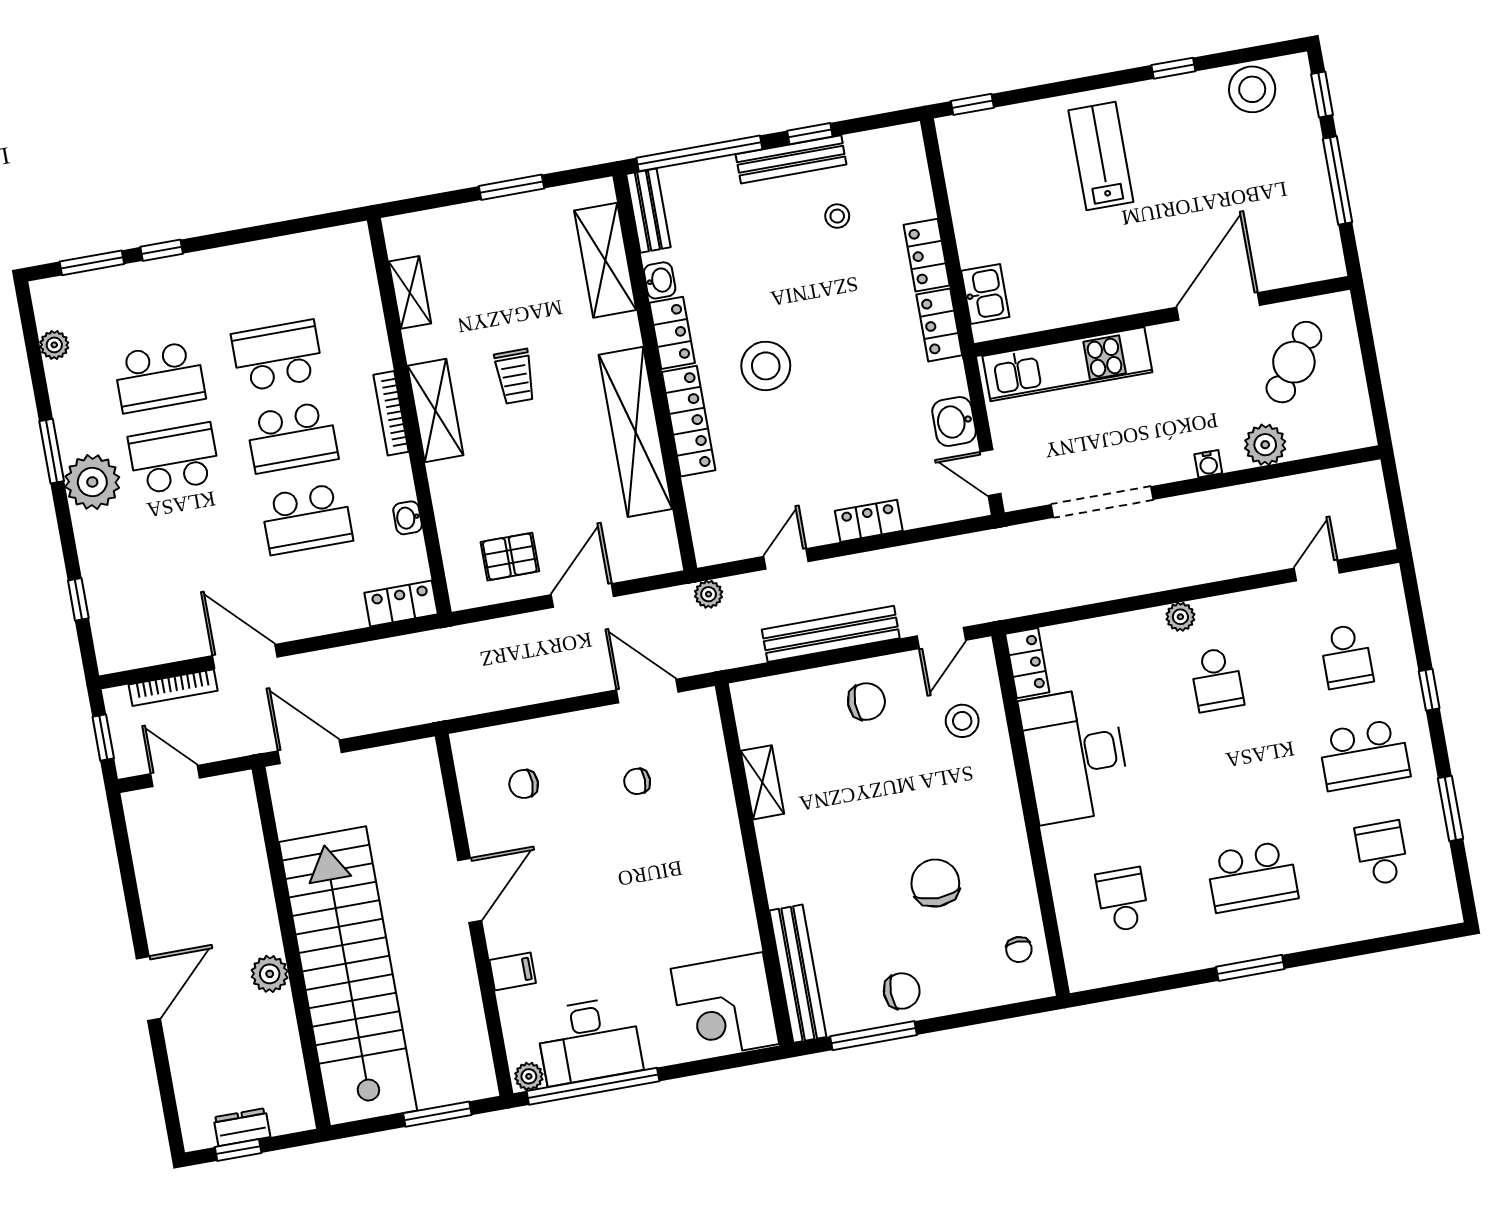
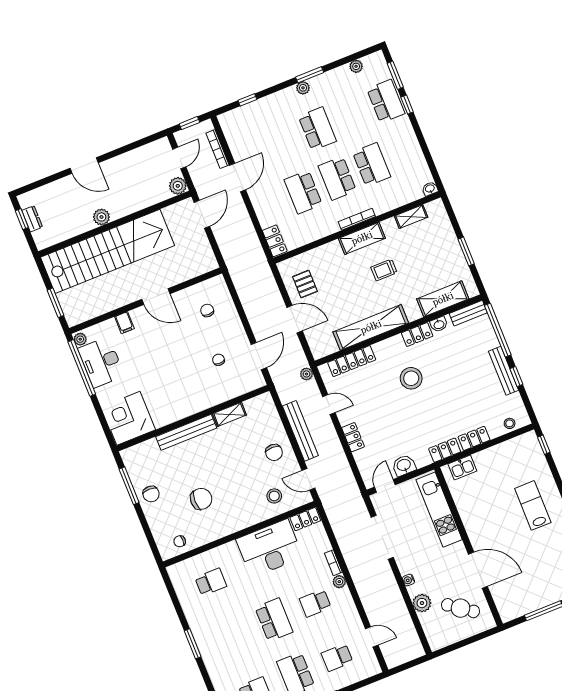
lab bench: (1101, 156) -> (533, 505), turned -90
stool: (837, 216) -> (510, 423), moved
school desk: (159, 377) -> (386, 101), moved, turned 180
locker: (689, 421) -> (352, 361), moved
plant: (92, 482) -> (303, 88), width x0.53, depth x0.53
washbasin: (408, 518) -> (430, 189), moved
bookcase: (1136, 621) -> (333, 563), added
plant: (236, 792) -> (178, 186), added
school desk: (1252, 876) -> (274, 620), moved, turned 180
bench: (798, 974) -> (186, 432), moved

